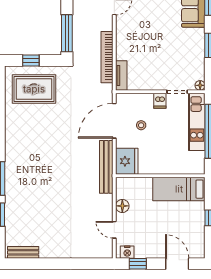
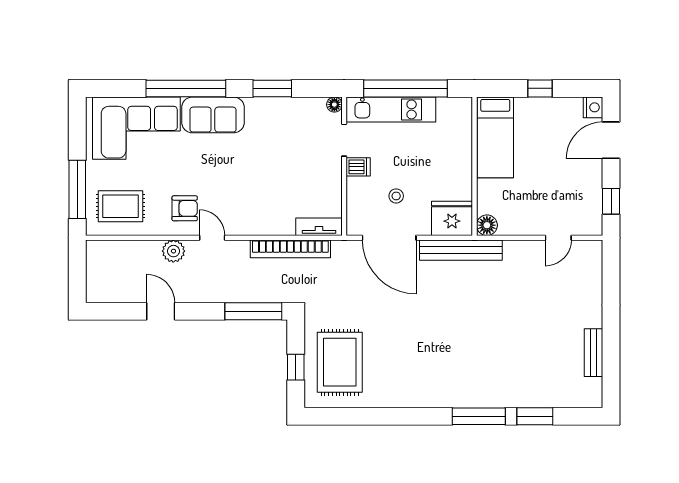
floor lamp: (122, 206) -> (487, 225), moved
bench: (23, 252) -> (593, 353), moved
nightstand: (127, 252) -> (593, 107), moved

